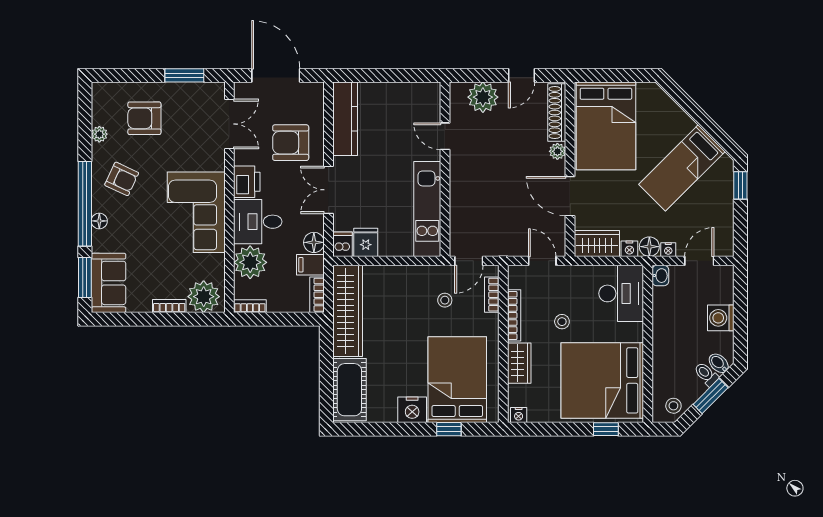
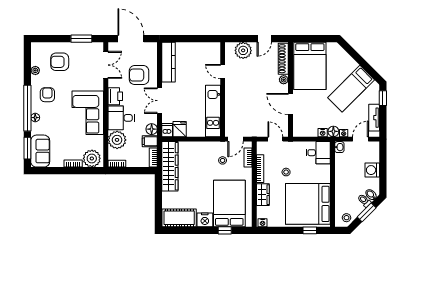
armchair: (122, 179) -> (47, 95), turned -115
tv unit: (724, 221) -> (374, 118), added
wardrobe: (597, 243) -> (305, 130), removed
desk: (621, 293) -> (318, 153), width x0.73
cot: (349, 390) -> (179, 218), moved, turned 90

